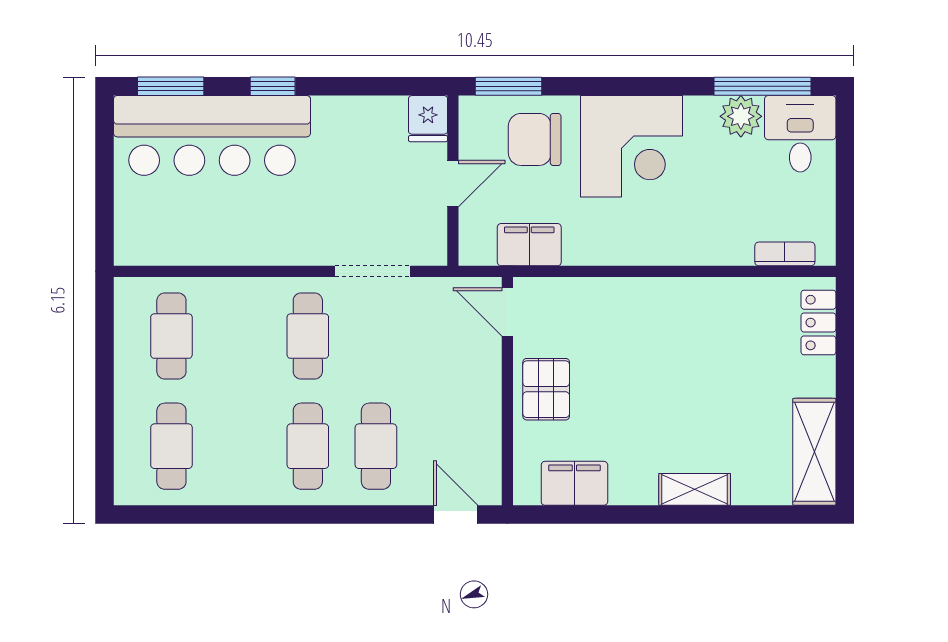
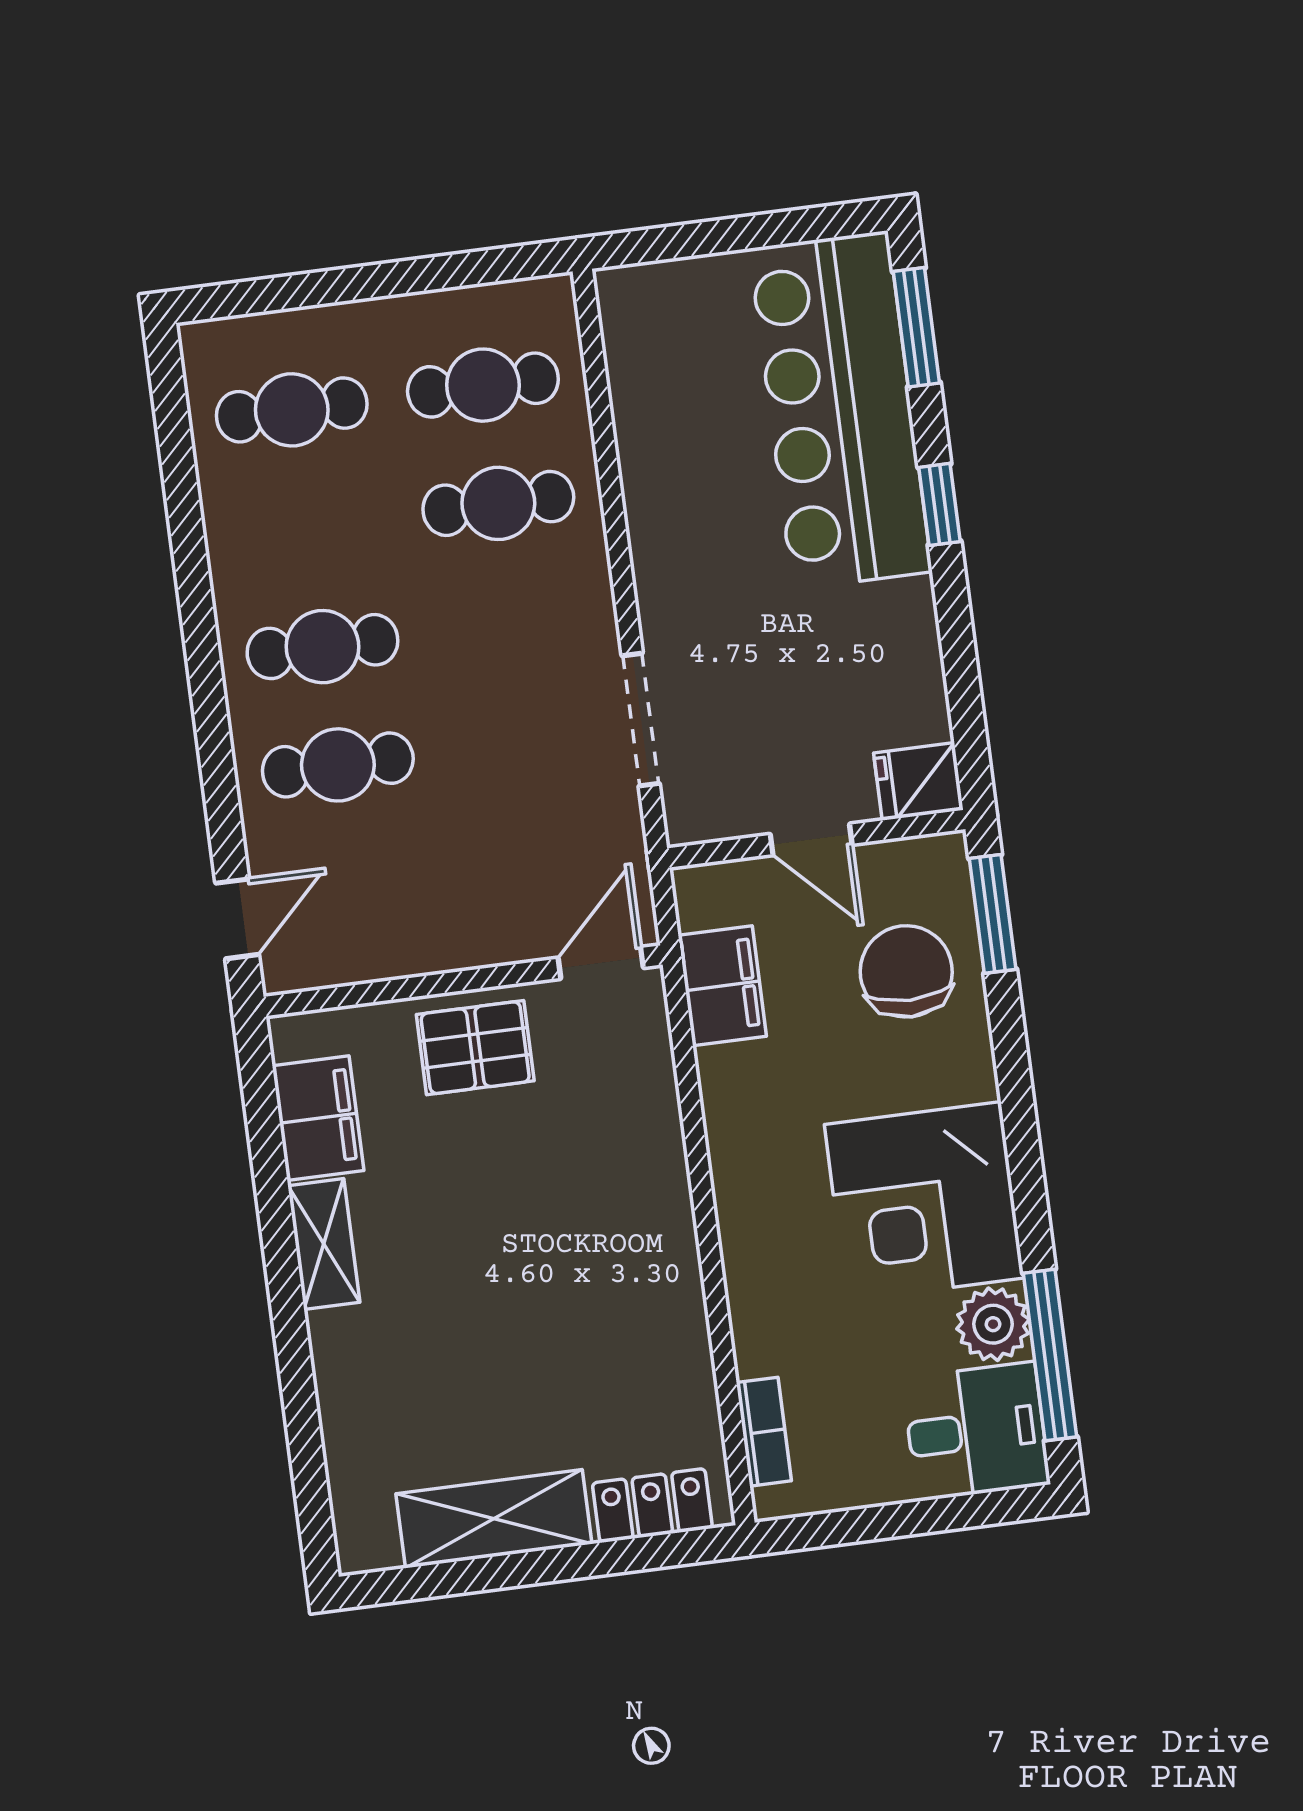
corner desk: (632, 146) -> (924, 1201), moved
cafe table: (308, 336) -> (498, 503), moved
shelving: (814, 452) -> (494, 1519), moved
shelving: (695, 489) -> (324, 1244), moved

